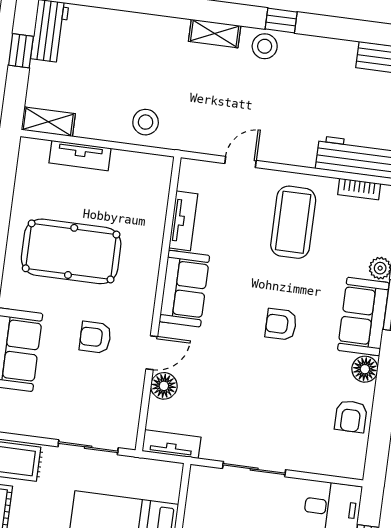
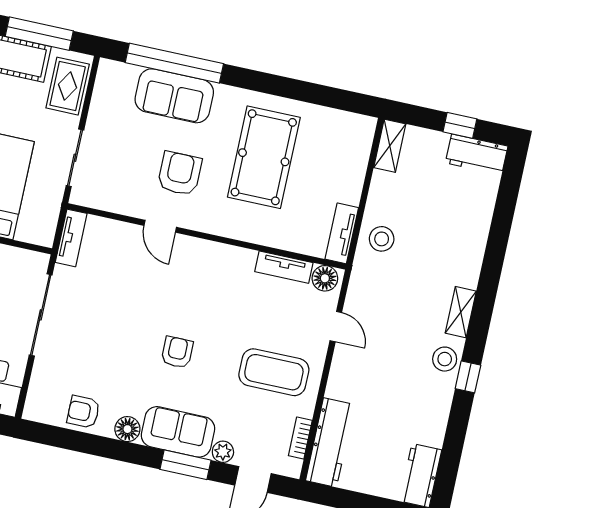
tv unit: (80, 156) -> (342, 233), moved
sofa: (184, 289) -> (219, 263), removed
armchair: (95, 337) -> (180, 173), width x1.38, depth x1.38
floor lamp: (164, 386) -> (325, 278), moved
sliding door: (254, 469) -> (41, 315), width x1.37

